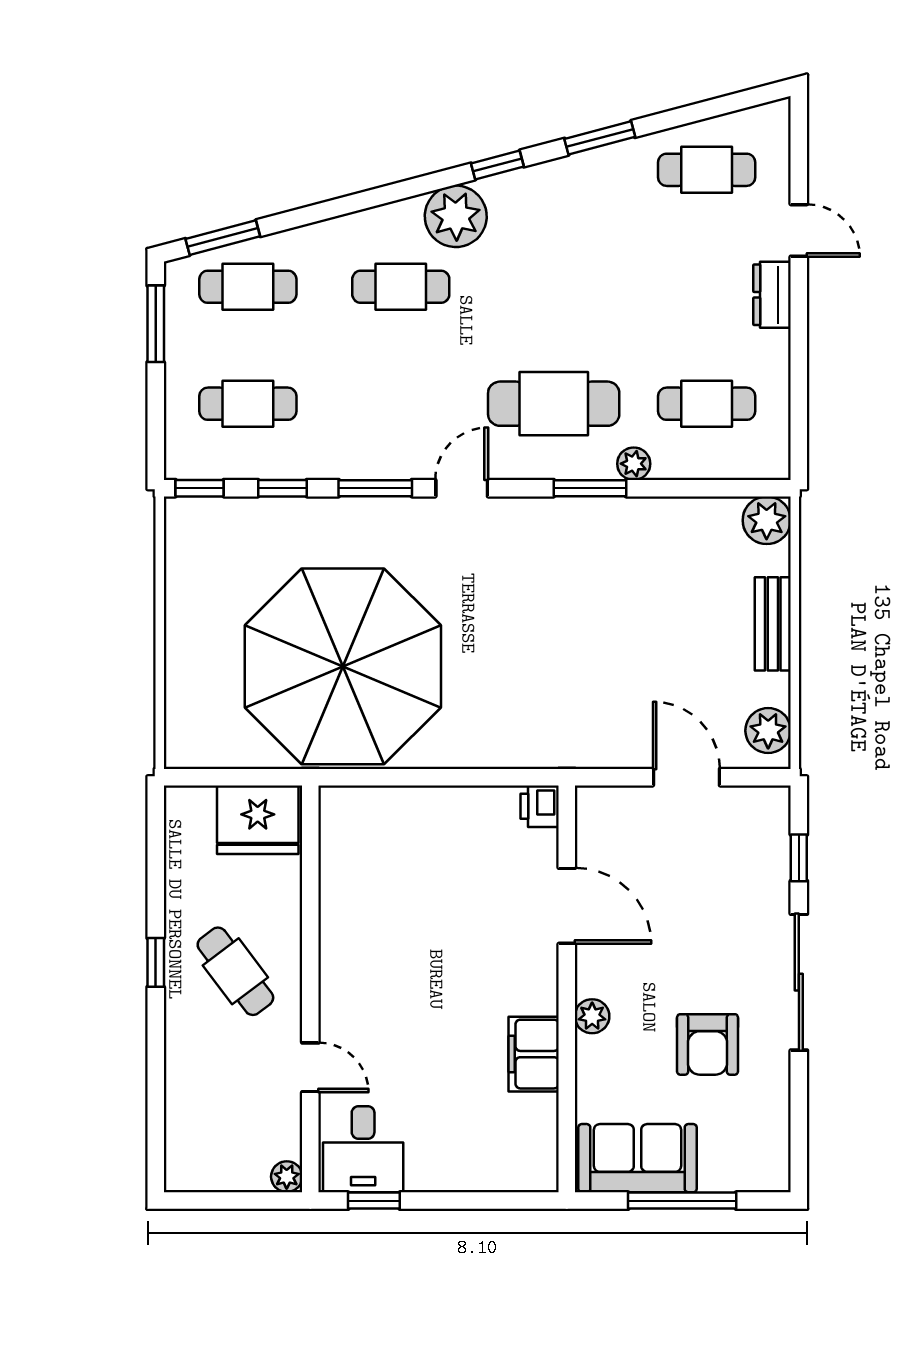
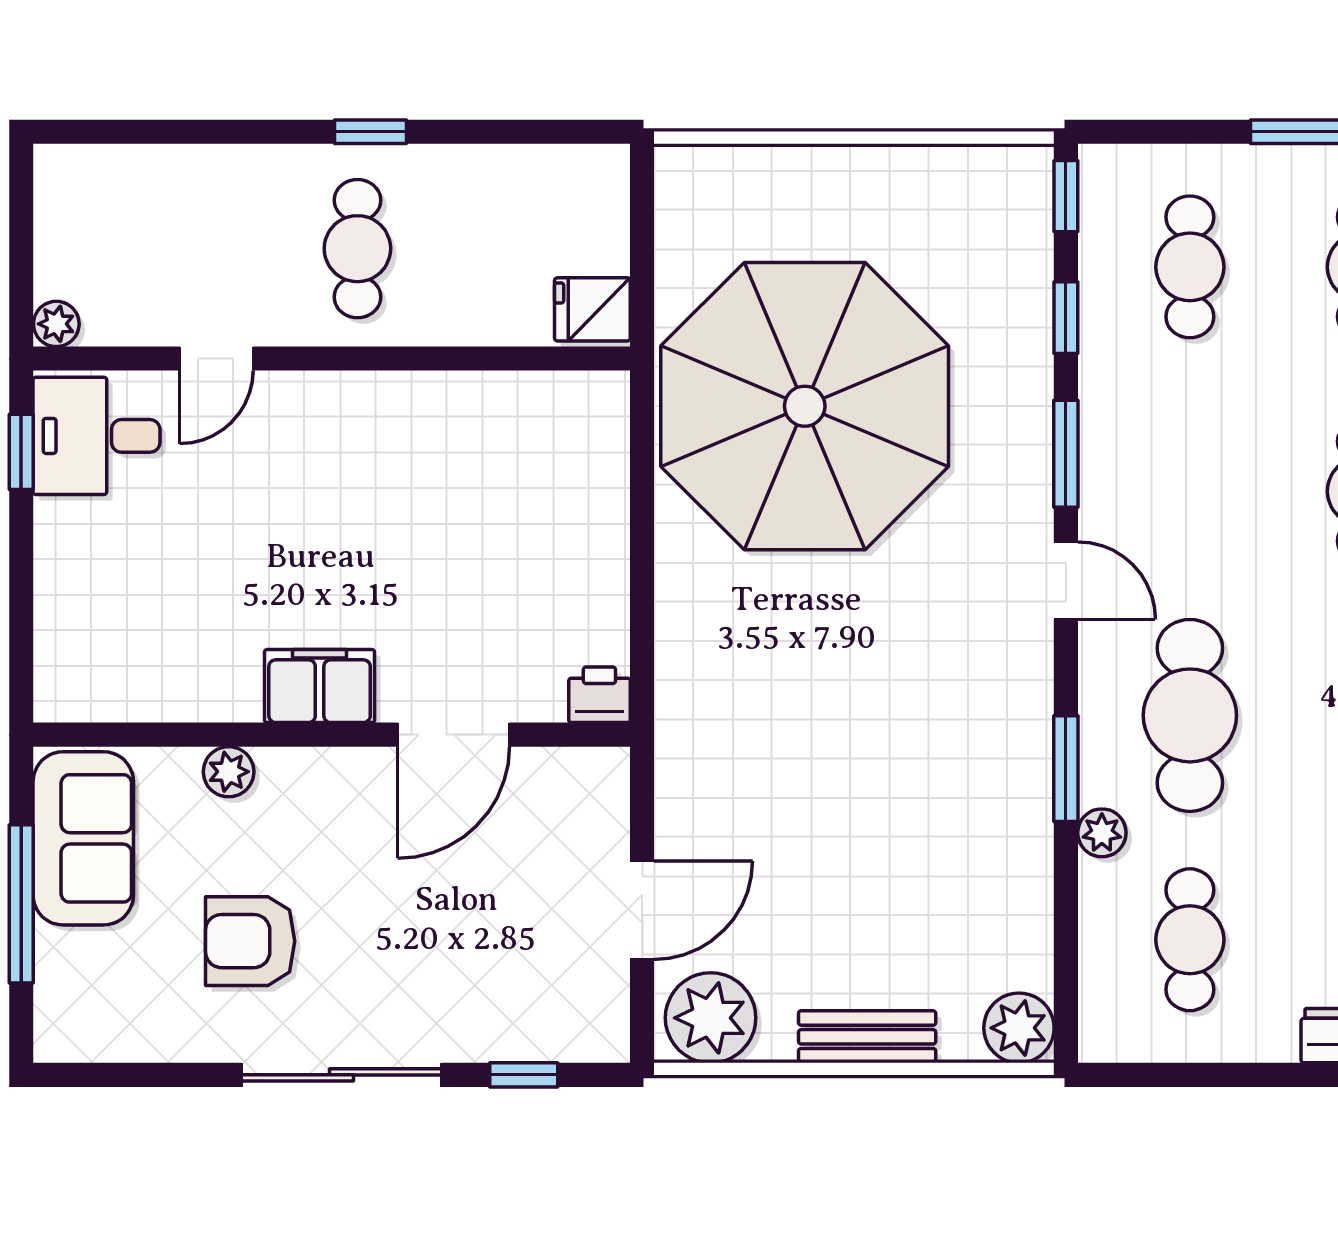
plant: (768, 731) -> (711, 1018), width x1.36, depth x1.36
fridge: (258, 820) -> (592, 309), width x0.53, depth x0.75
cafe table: (235, 971) -> (357, 249), turned -53
plant: (592, 1016) -> (229, 772), moved
filing cabinet: (534, 1054) -> (320, 686), moved

